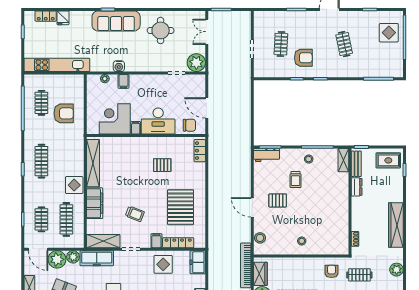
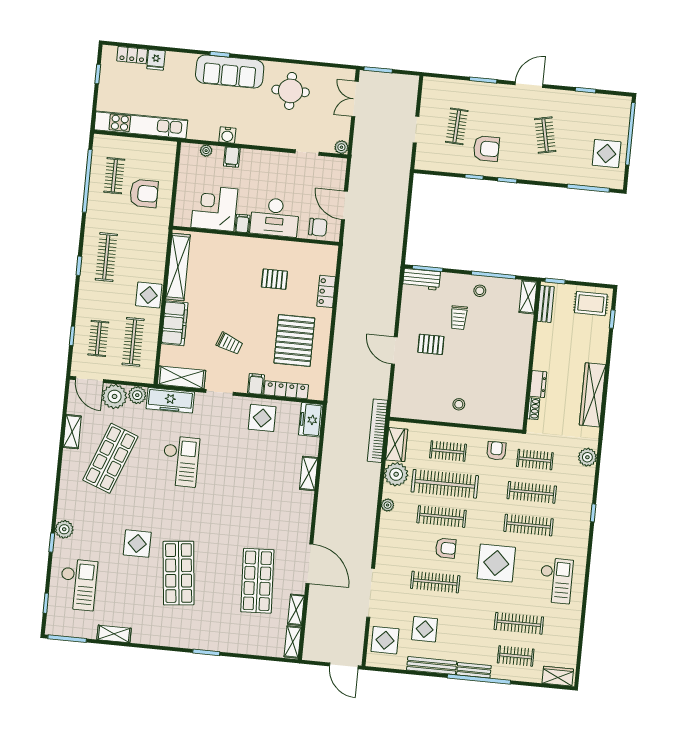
display table: (389, 33) -> (607, 154), moved
plant: (196, 63) -> (341, 147), width x0.53, depth x0.53
locker: (200, 151) -> (326, 291), moved
dresser: (357, 187) -> (538, 384), moved
stool: (260, 238) -> (401, 394), removed
clothes rail: (297, 275) -> (448, 451), added

